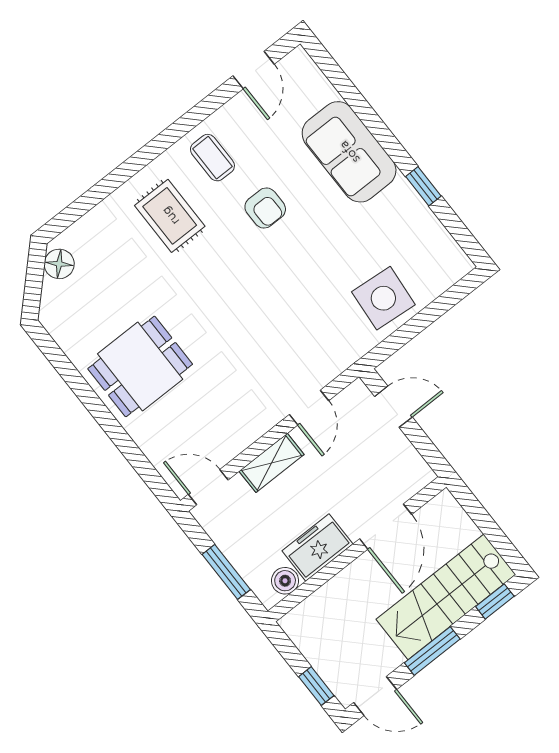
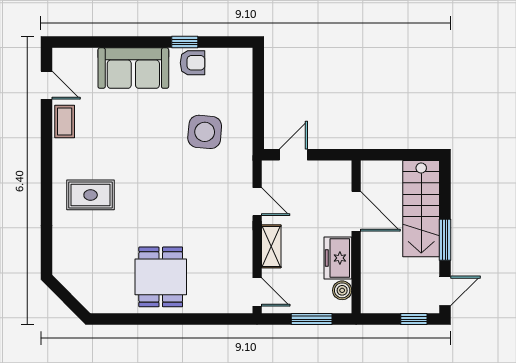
coffee table: (212, 158) -> (65, 122), moved, turned 90
armchair: (265, 208) -> (193, 63), moved
floor lamp: (59, 264) -> (69, 277), removed
side table: (383, 298) -> (205, 132), moved
door: (208, 487) -> (257, 292), swing flipped
window: (495, 601) -> (445, 184), removed

